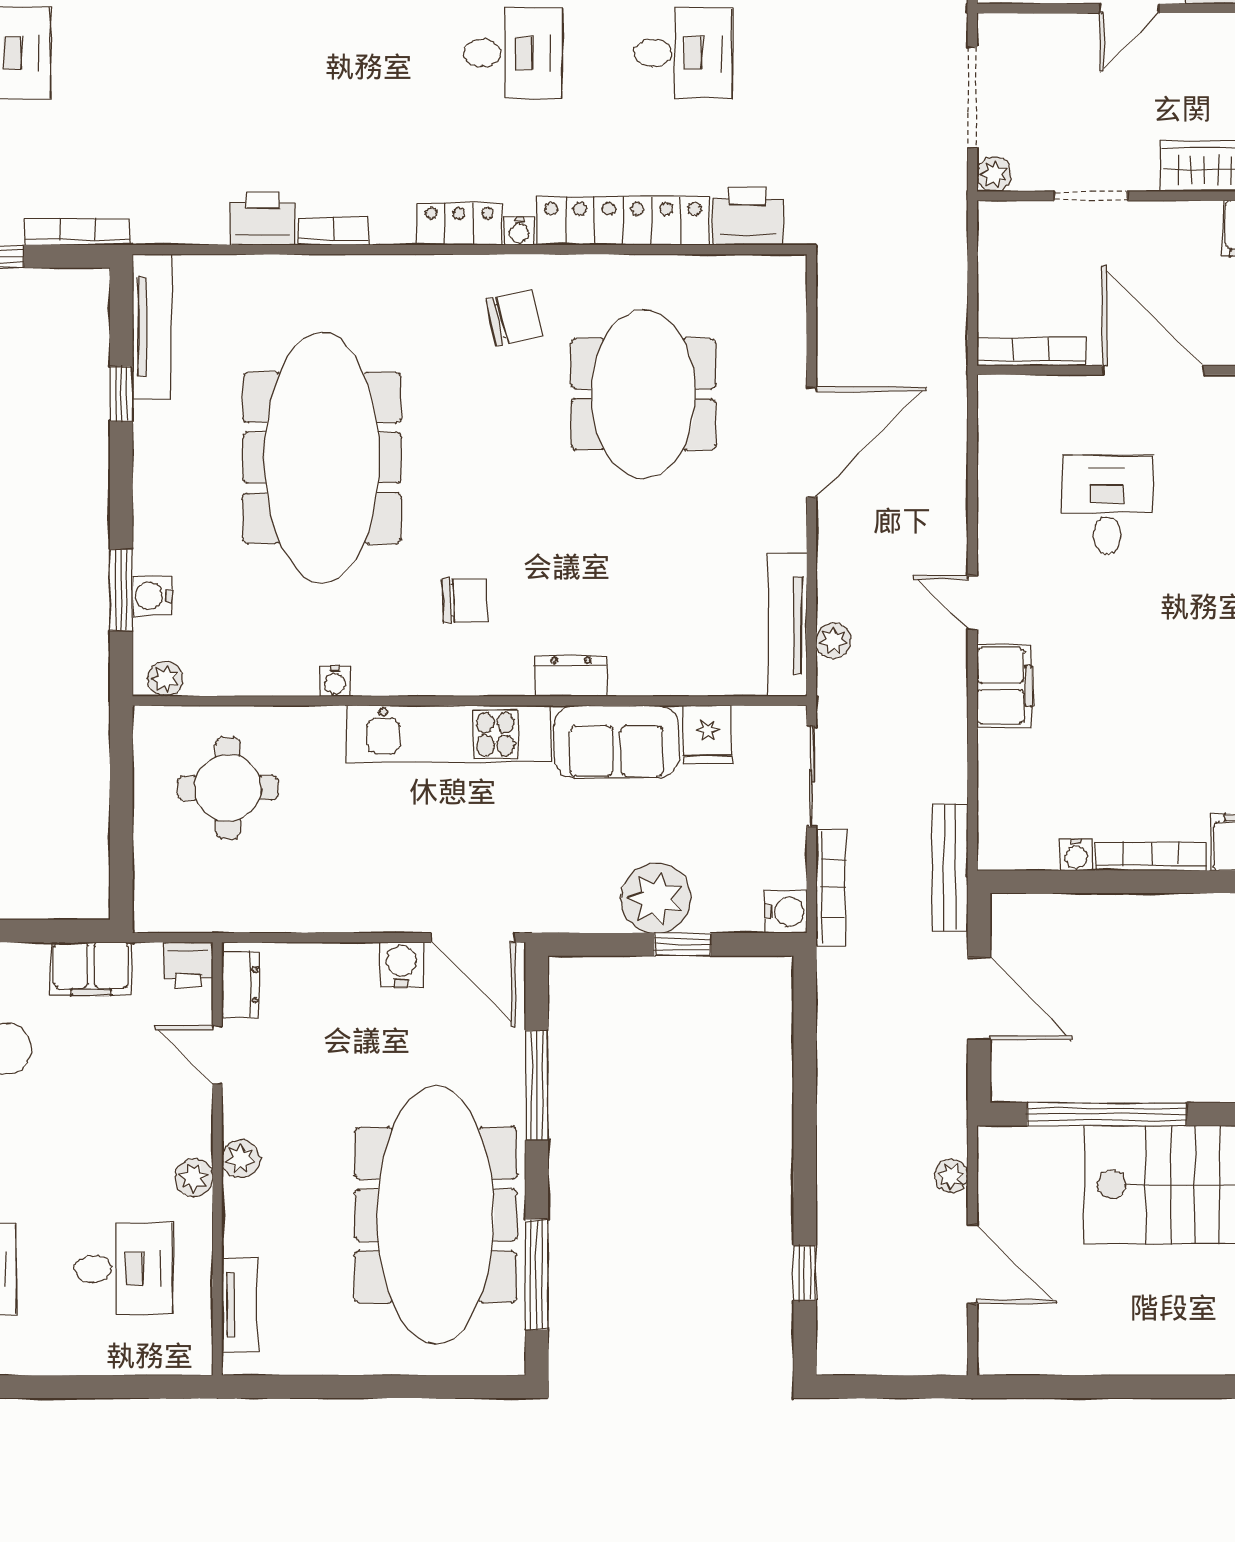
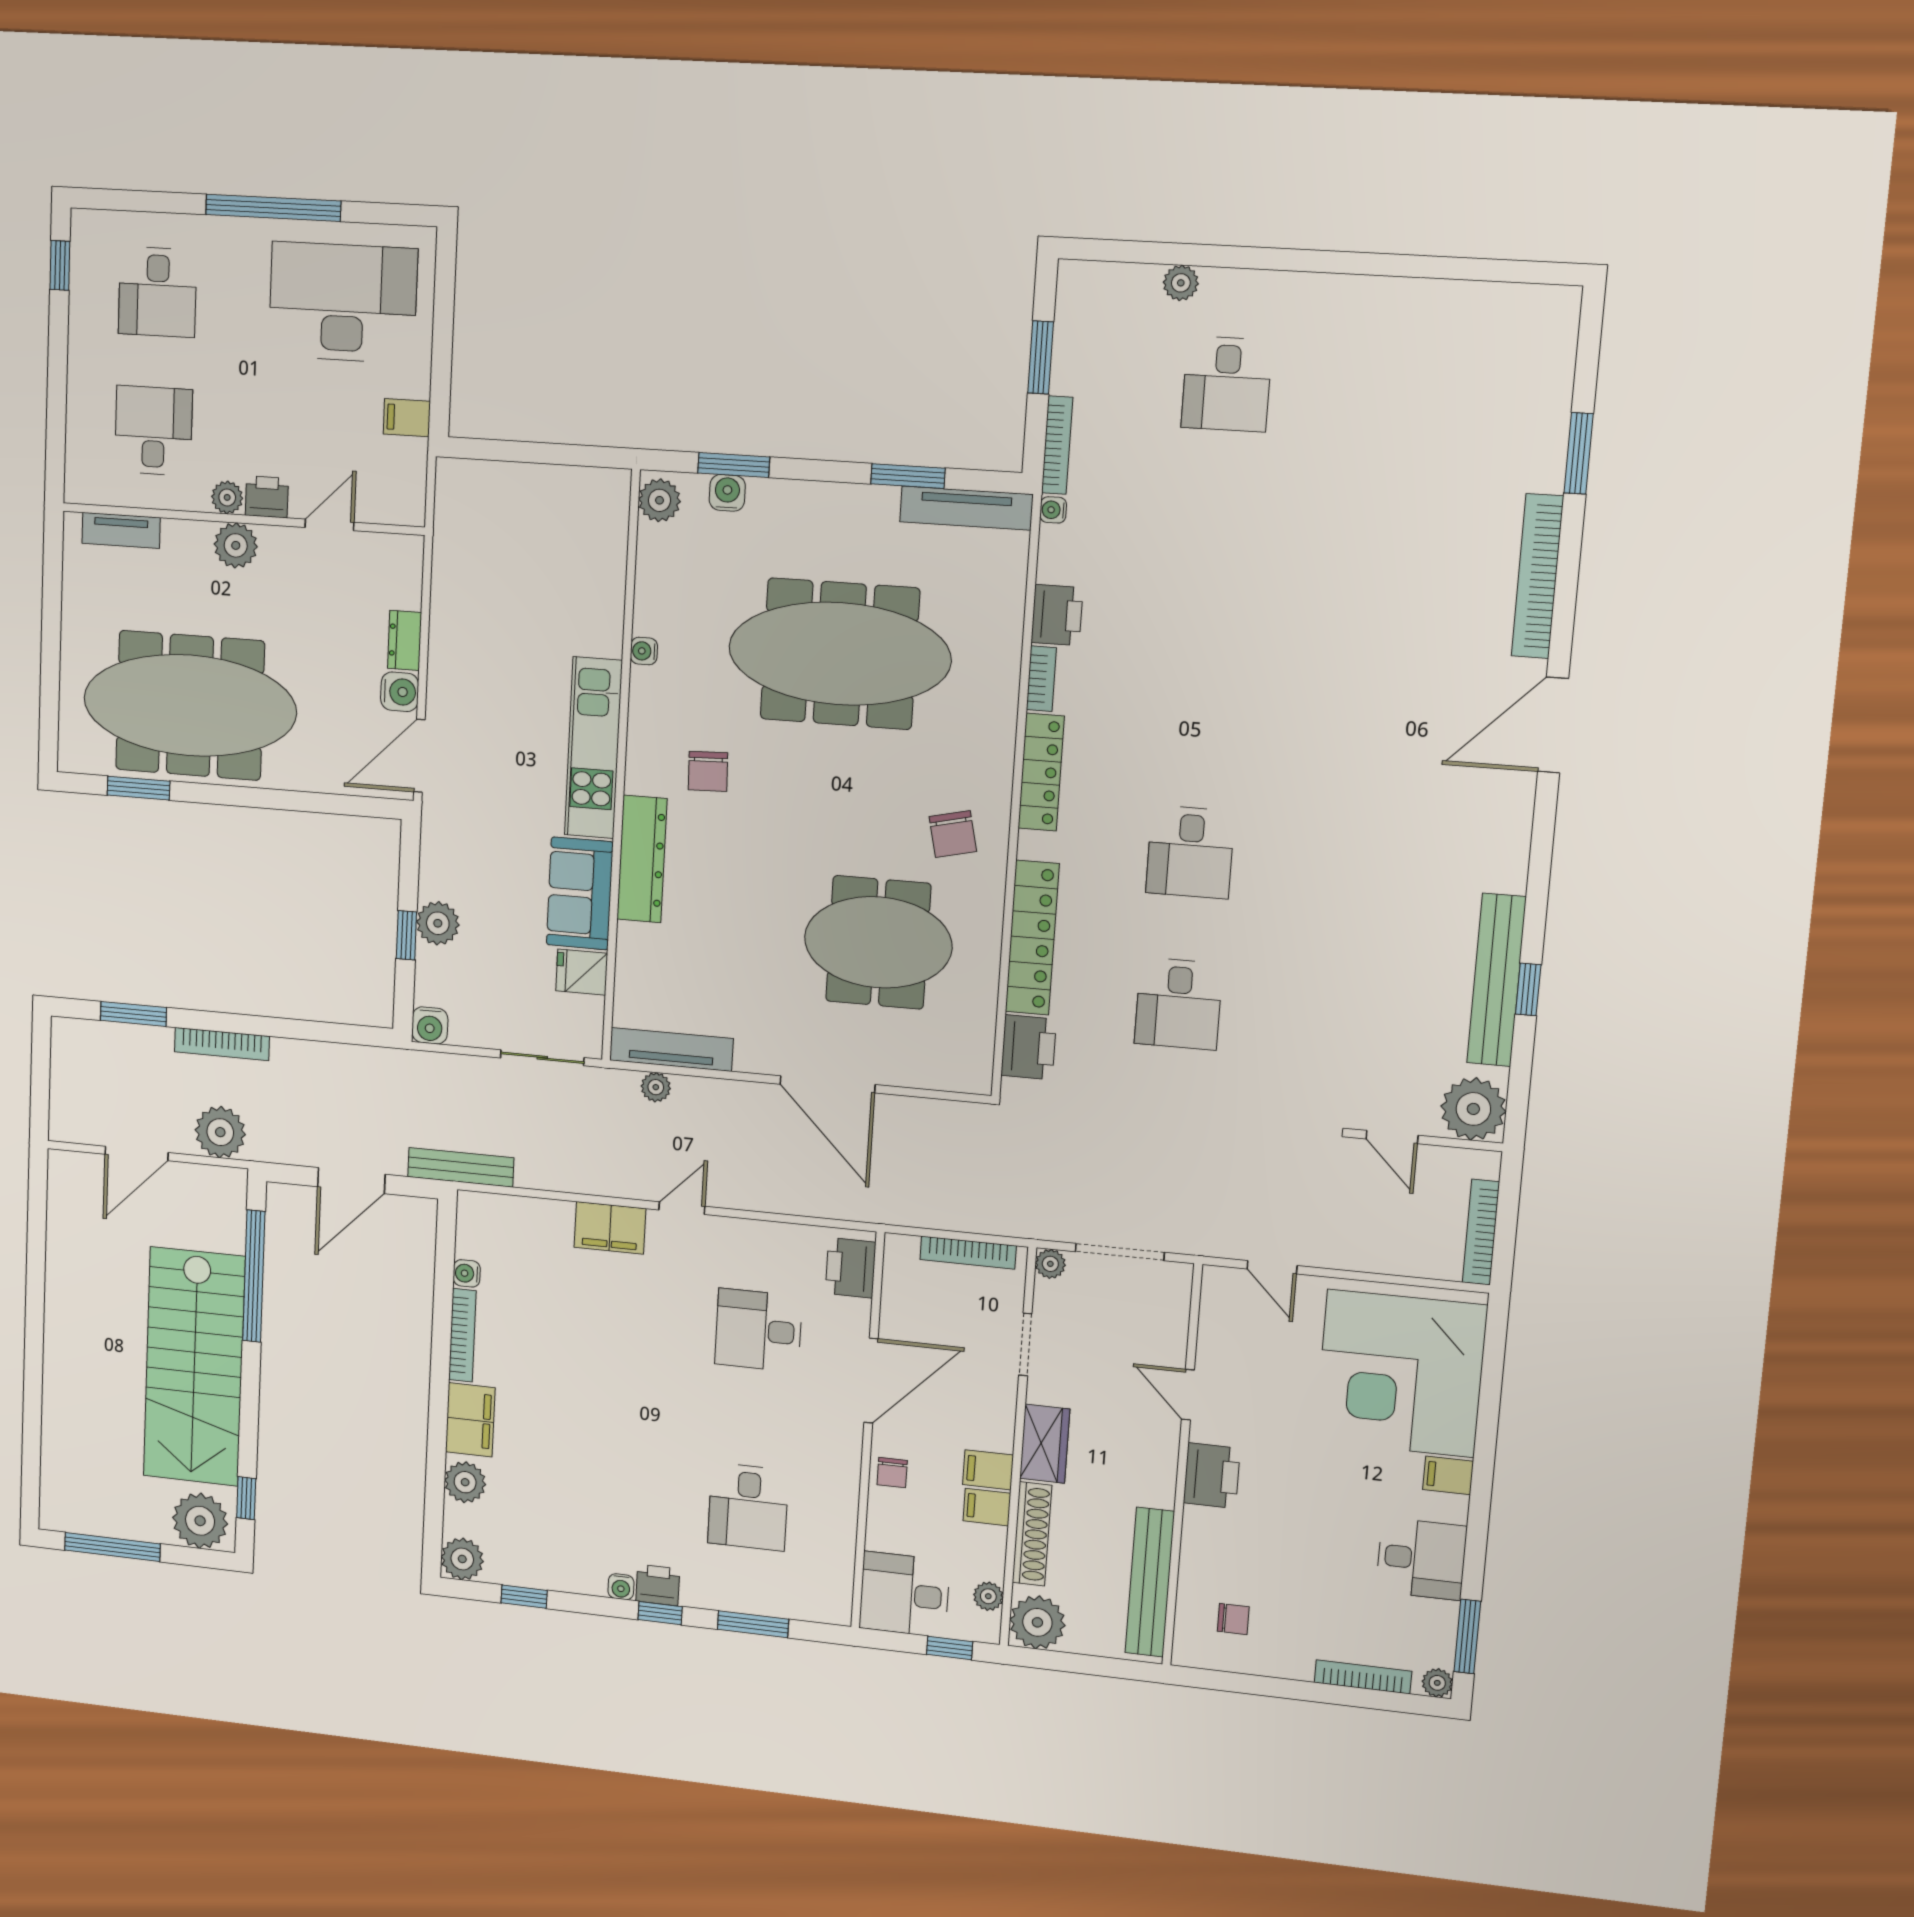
locker: (459, 224) -> (1041, 772), width x1.53
water cooler: (519, 231) -> (1053, 510), moved
bookcase: (1031, 352) -> (968, 1253), moved, turned 90
window: (121, 394) -> (908, 476), width x1.50
printer: (1022, 402) -> (851, 1268), added
desk: (1107, 505) -> (758, 1330), turned 180
dresser: (571, 676) -> (642, 859), width x1.96, depth x1.24
plant: (165, 679) -> (659, 500), width x1.38, depth x1.38
round table: (228, 788) -> (556, 550), removed
bookcase: (831, 888) -> (222, 1044), moved
plant: (656, 898) -> (438, 923), width x0.73, depth x0.73
printer: (188, 965) -> (267, 497), moved, turned 90
filing cabinet: (91, 969) -> (407, 418), width x0.50
dresser: (240, 985) -> (405, 640), moved, turned 90
window: (537, 1085) -> (294, 801), removed
plant: (241, 1159) -> (236, 545), width x1.38, depth x1.38
plant: (951, 1176) -> (220, 1132), width x1.87, depth x1.87
desk: (123, 1269) -> (154, 431), turned 180
window: (805, 1273) -> (133, 1014), width x1.50
window: (537, 1275) -> (139, 788), width x0.69

